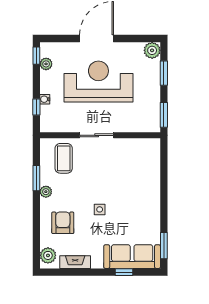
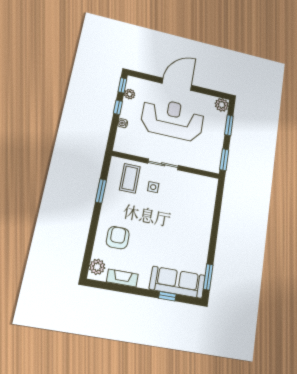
window: (36, 107) -> (118, 107), moved
plant: (46, 192) -> (107, 205), removed
side table: (100, 209) -> (153, 187), moved

